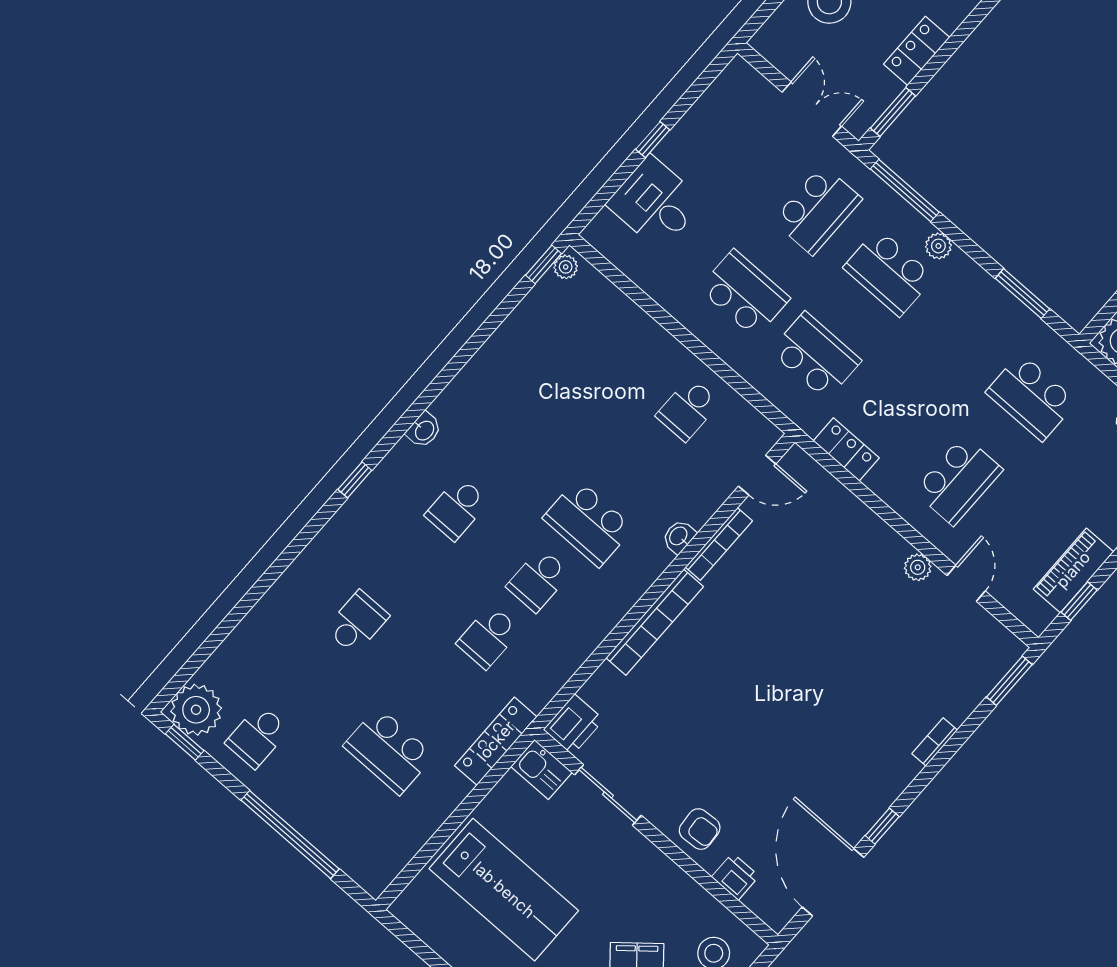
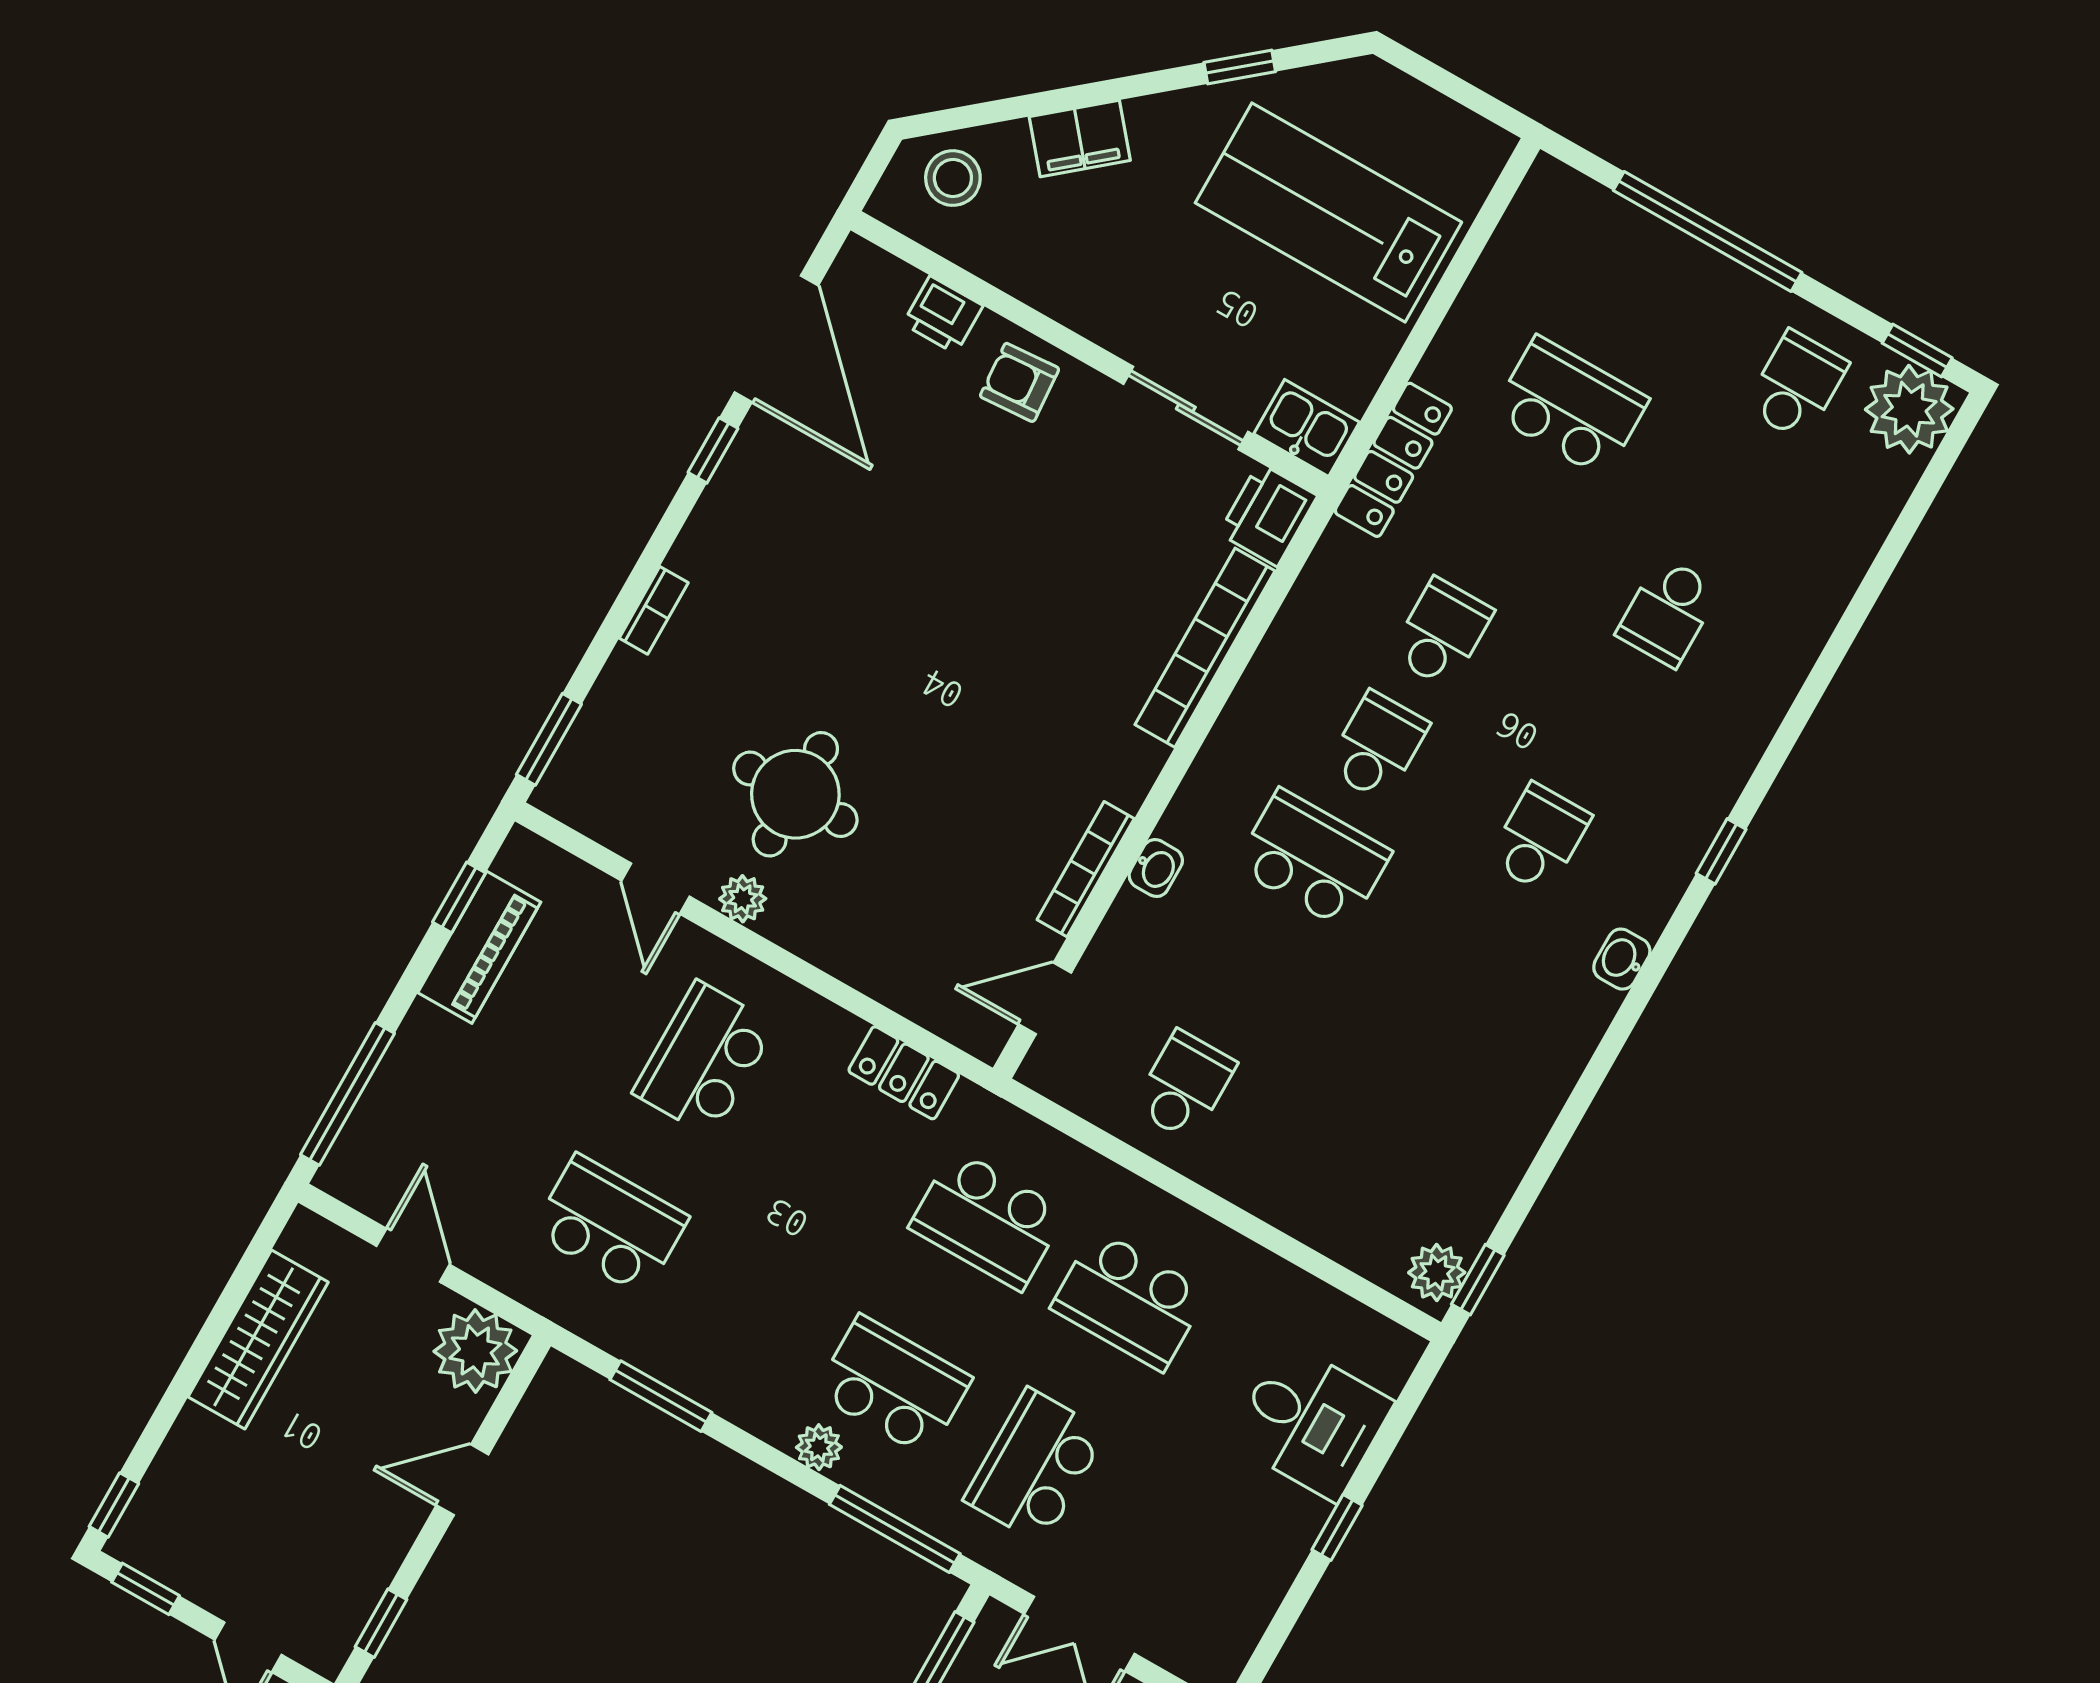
plant: (566, 267) -> (1437, 1272), width x1.38, depth x1.38
round table: (875, 621) -> (795, 794), added
bookcase: (655, 622) -> (1205, 648), moved

